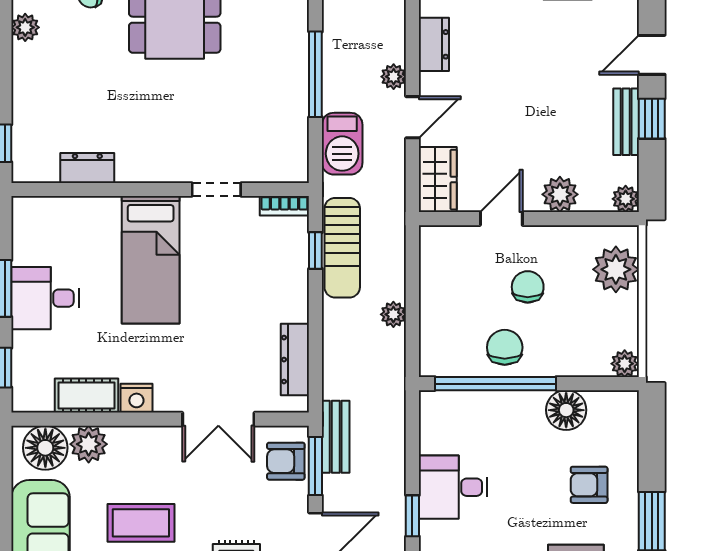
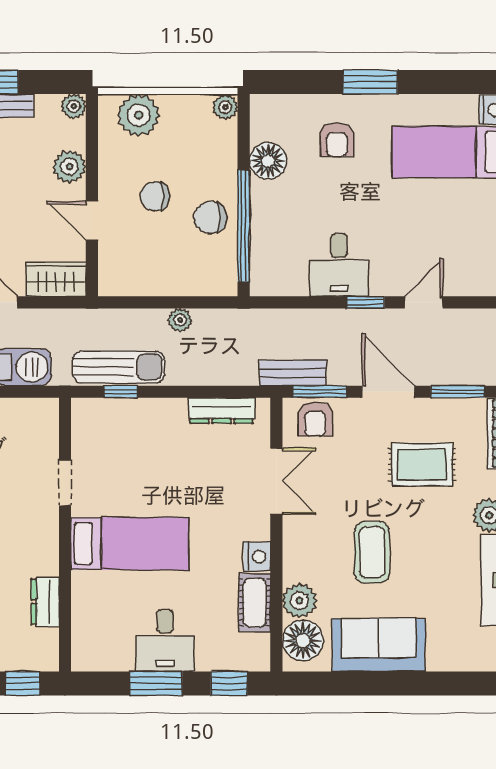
bookcase: (284, 206) -> (80, 420), removed

